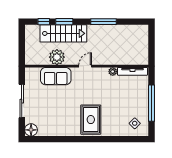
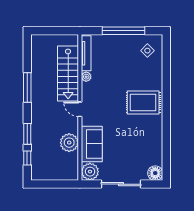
stairs: (63, 33) -> (68, 74), moved, turned 180
plant: (32, 75) -> (90, 172), added

